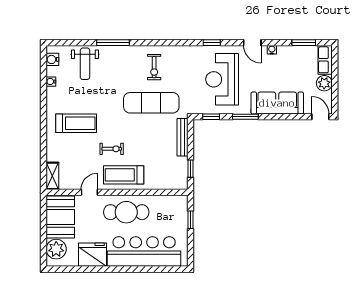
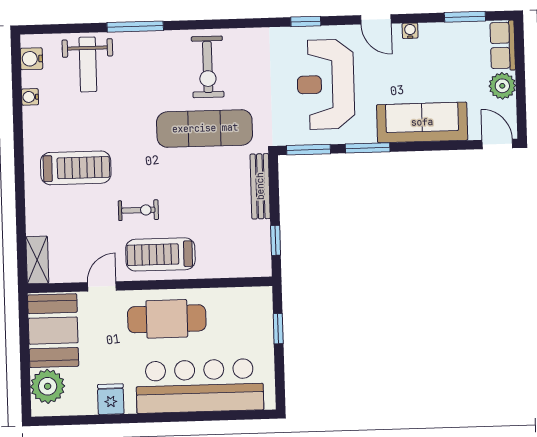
exercise bike: (154, 67) -> (208, 67), width x1.38, depth x1.39
window: (211, 117) -> (308, 150), width x1.50
fridge: (92, 255) -> (111, 399), width x0.53, depth x0.75

